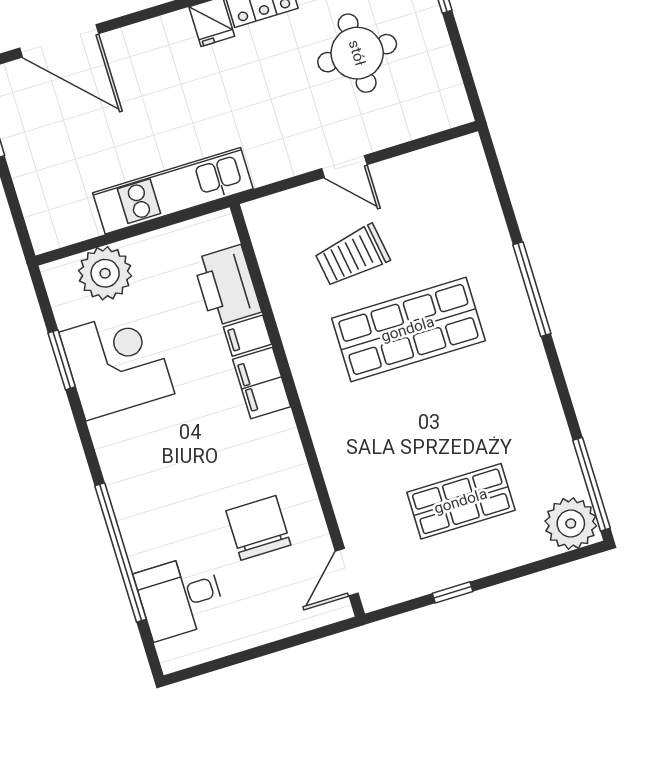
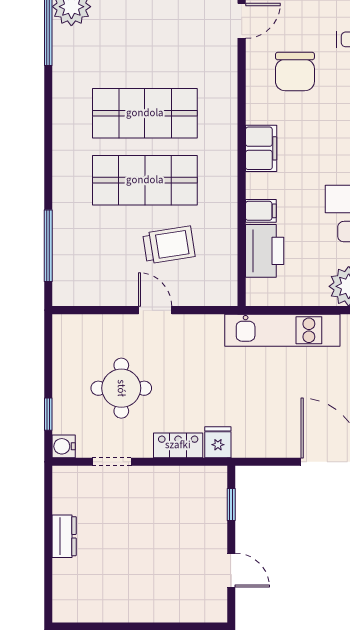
window: (532, 289) -> (48, 246), moved
filing cabinet: (262, 383) -> (261, 148), moved
shop shelf: (461, 501) -> (145, 113), moved, width x1.43, depth x1.36

